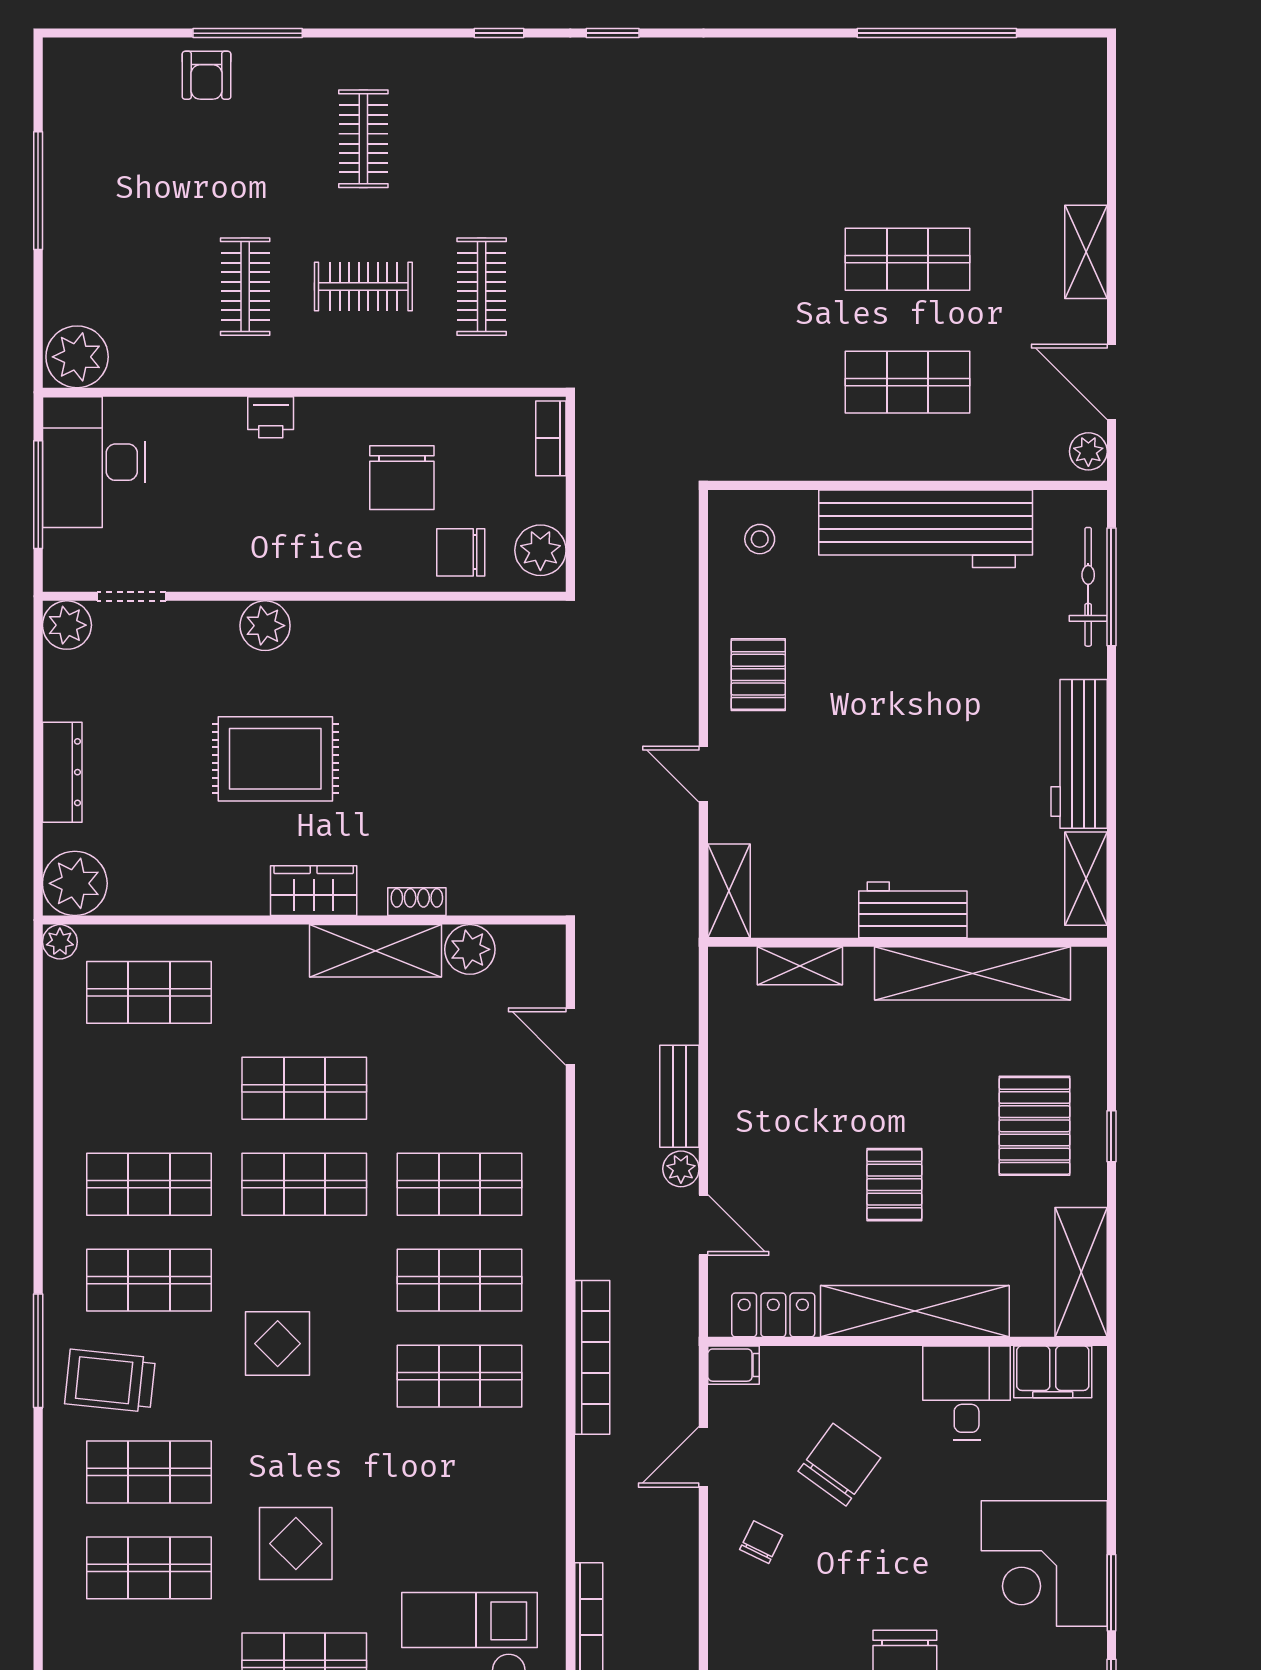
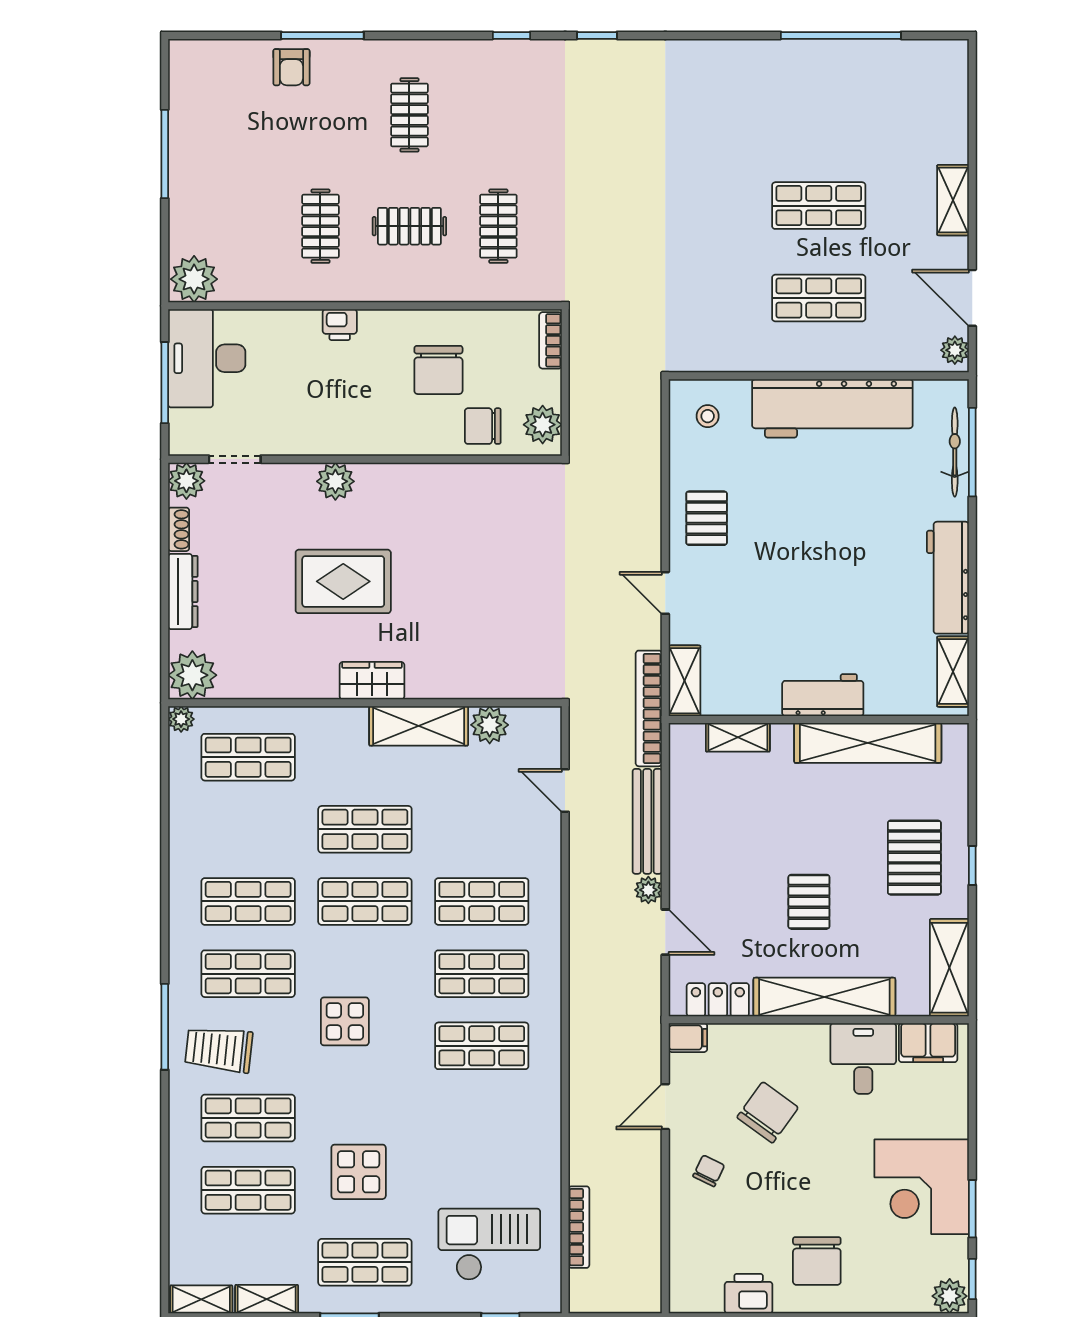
shoe rack: (417, 902) -> (179, 529), moved, turned 90
bench: (679, 1096) -> (647, 821), width x1.36
bookcase: (592, 1357) -> (649, 708), moved, turned 180

